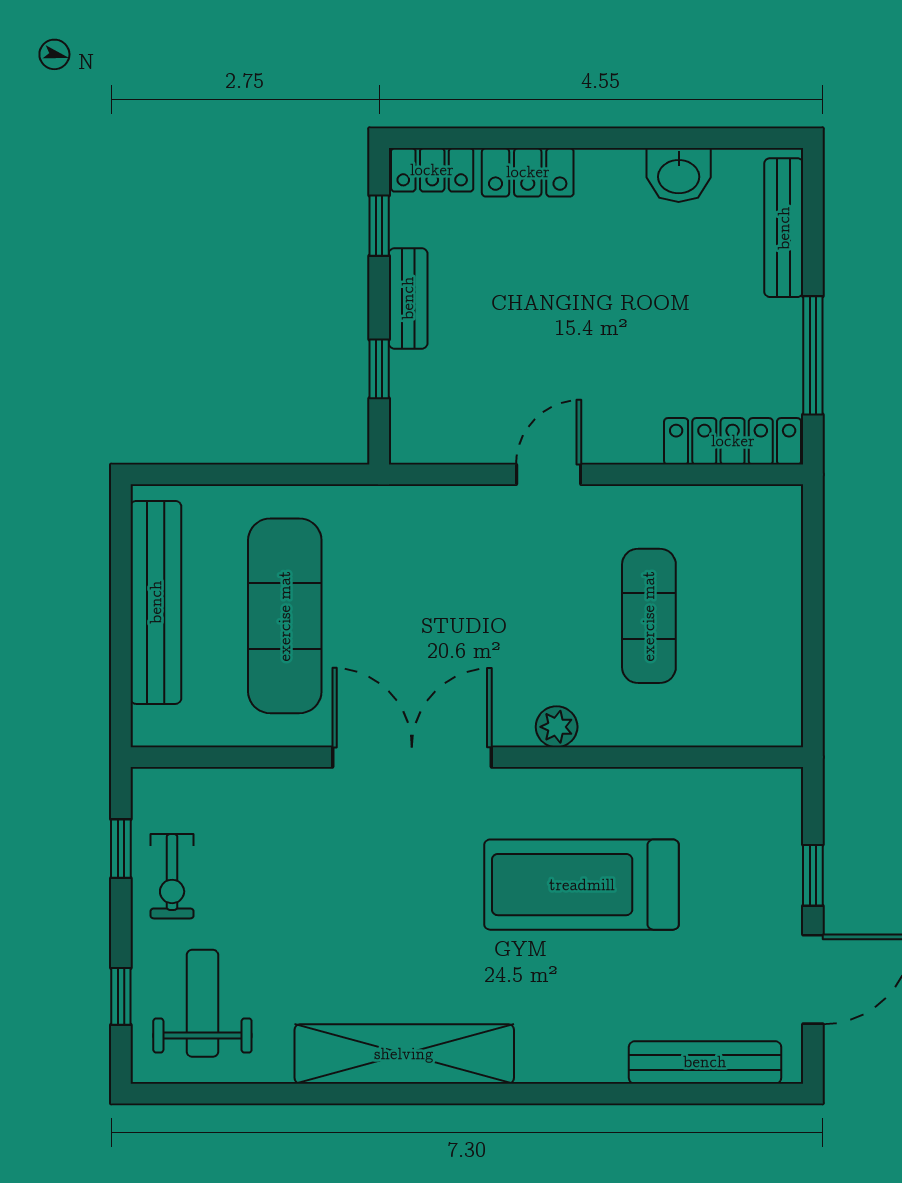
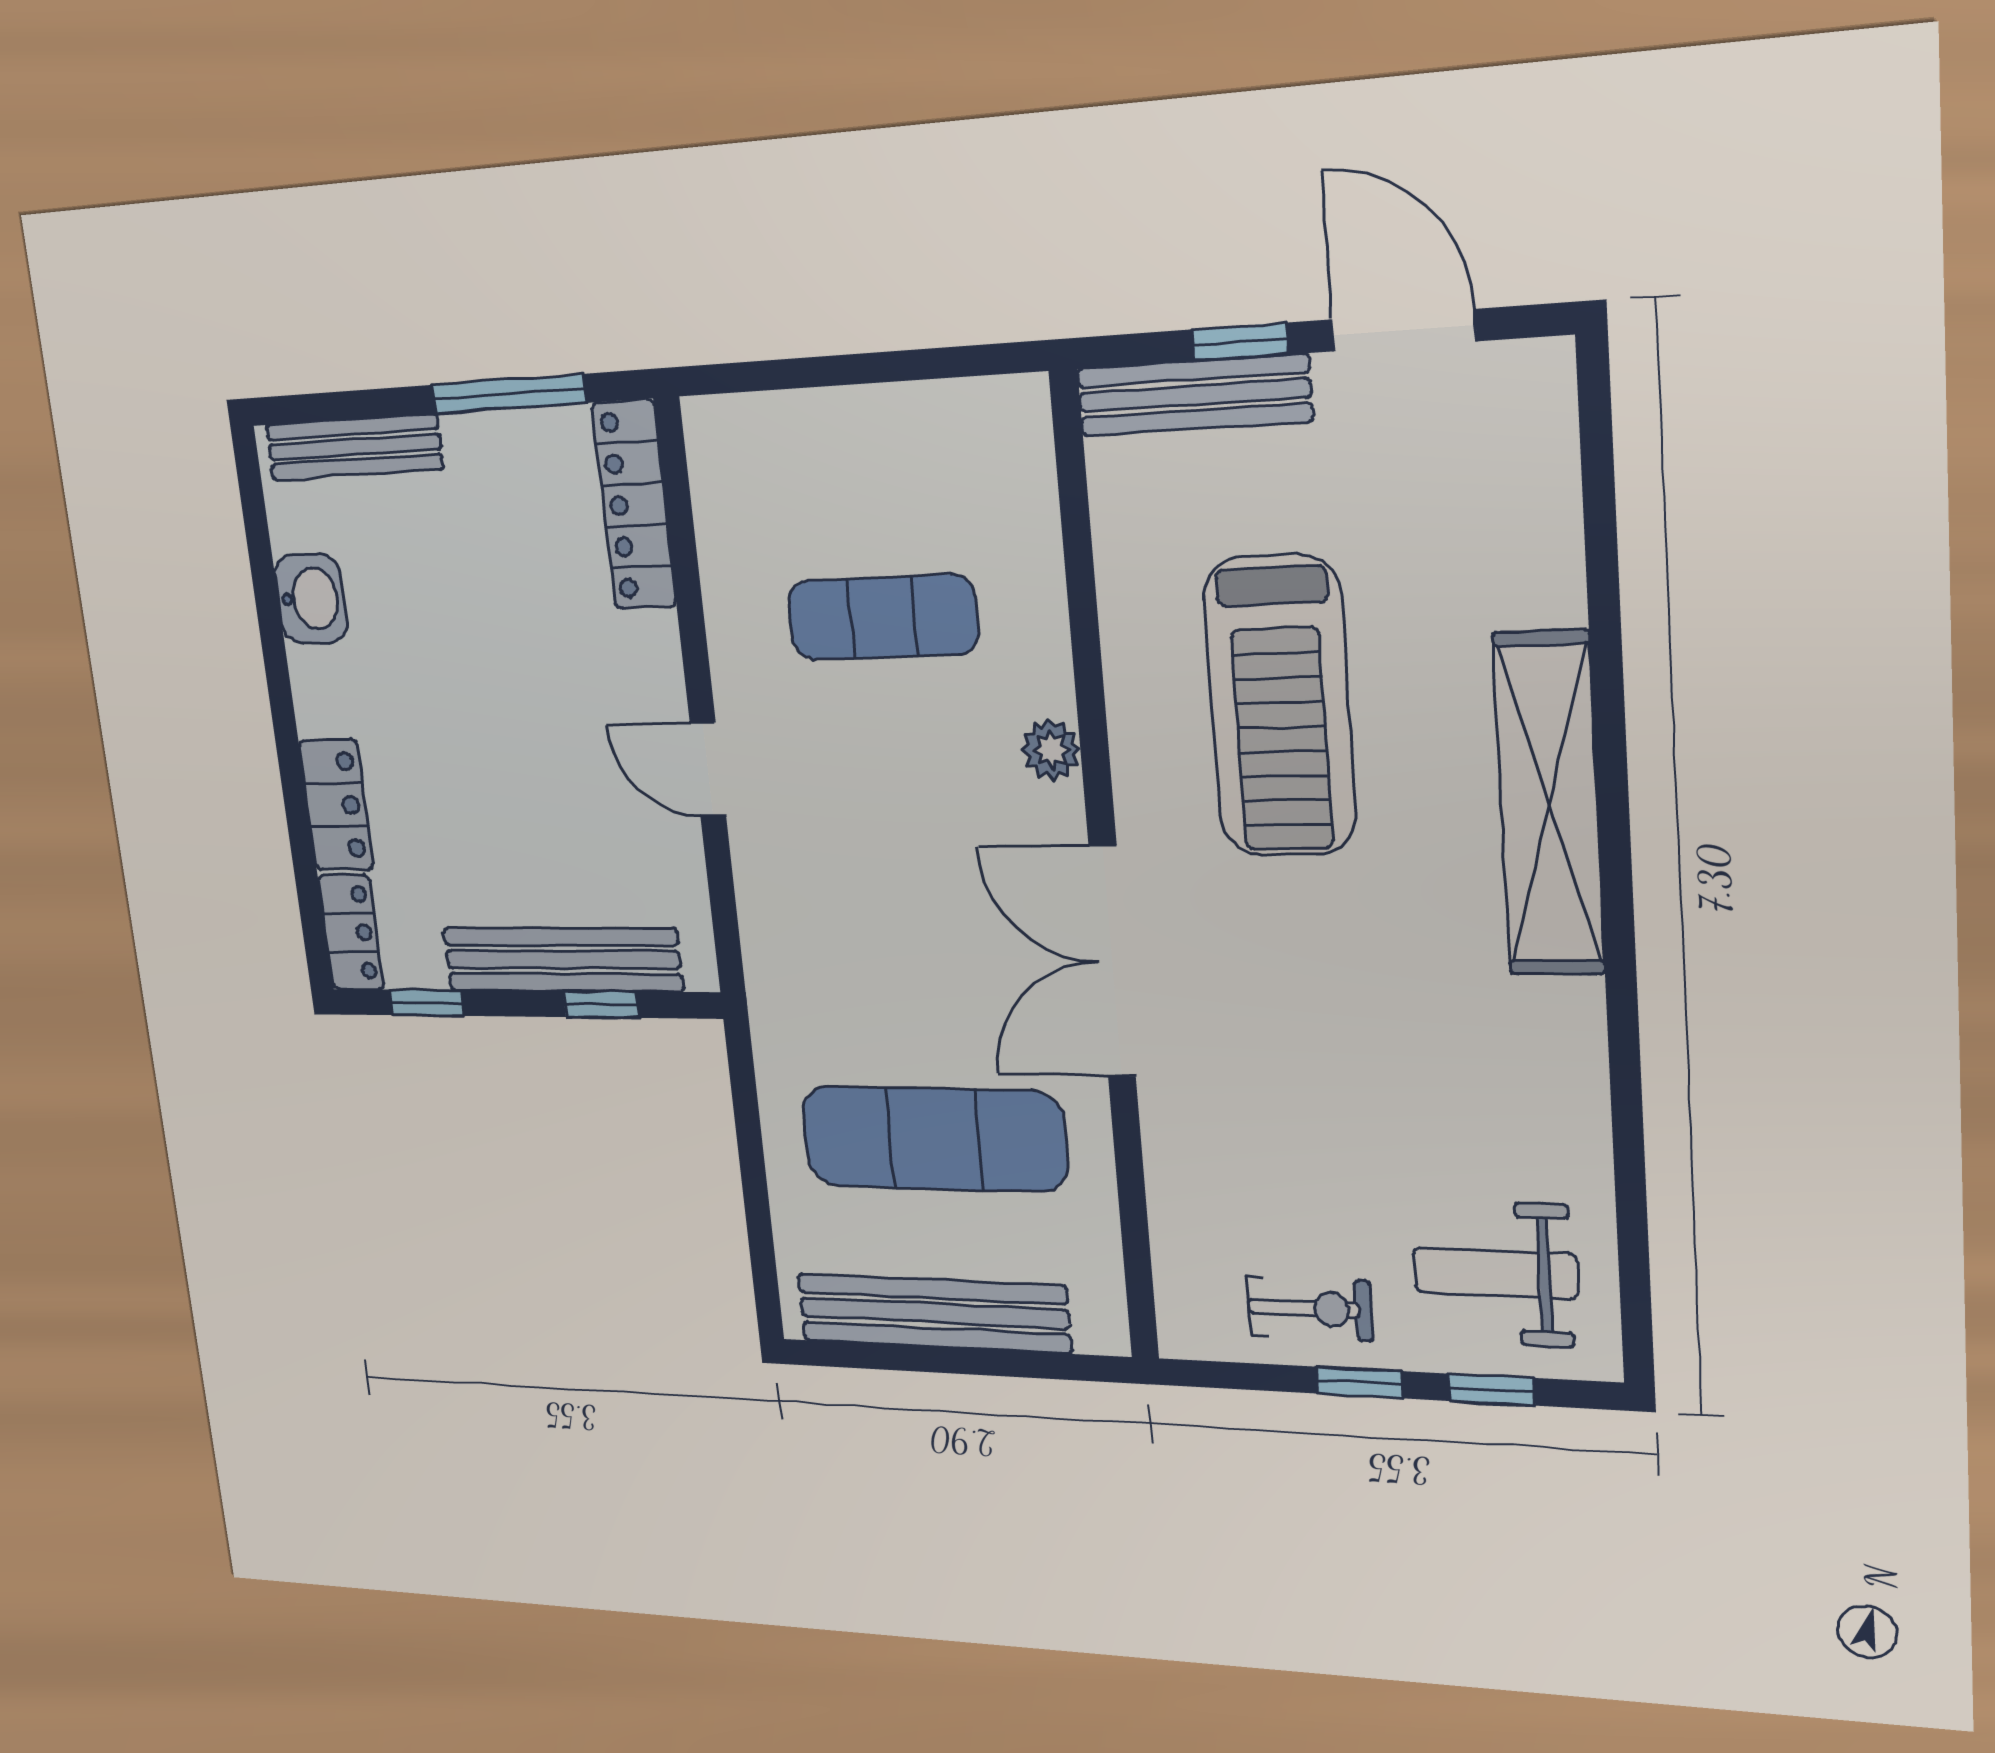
bench: (408, 298) -> (562, 959), width x1.86, depth x1.21
window: (121, 849) -> (1360, 1382), moved
shelving: (404, 1054) -> (1549, 805), moved
bench: (705, 1062) -> (1194, 395), moved, turned 90

